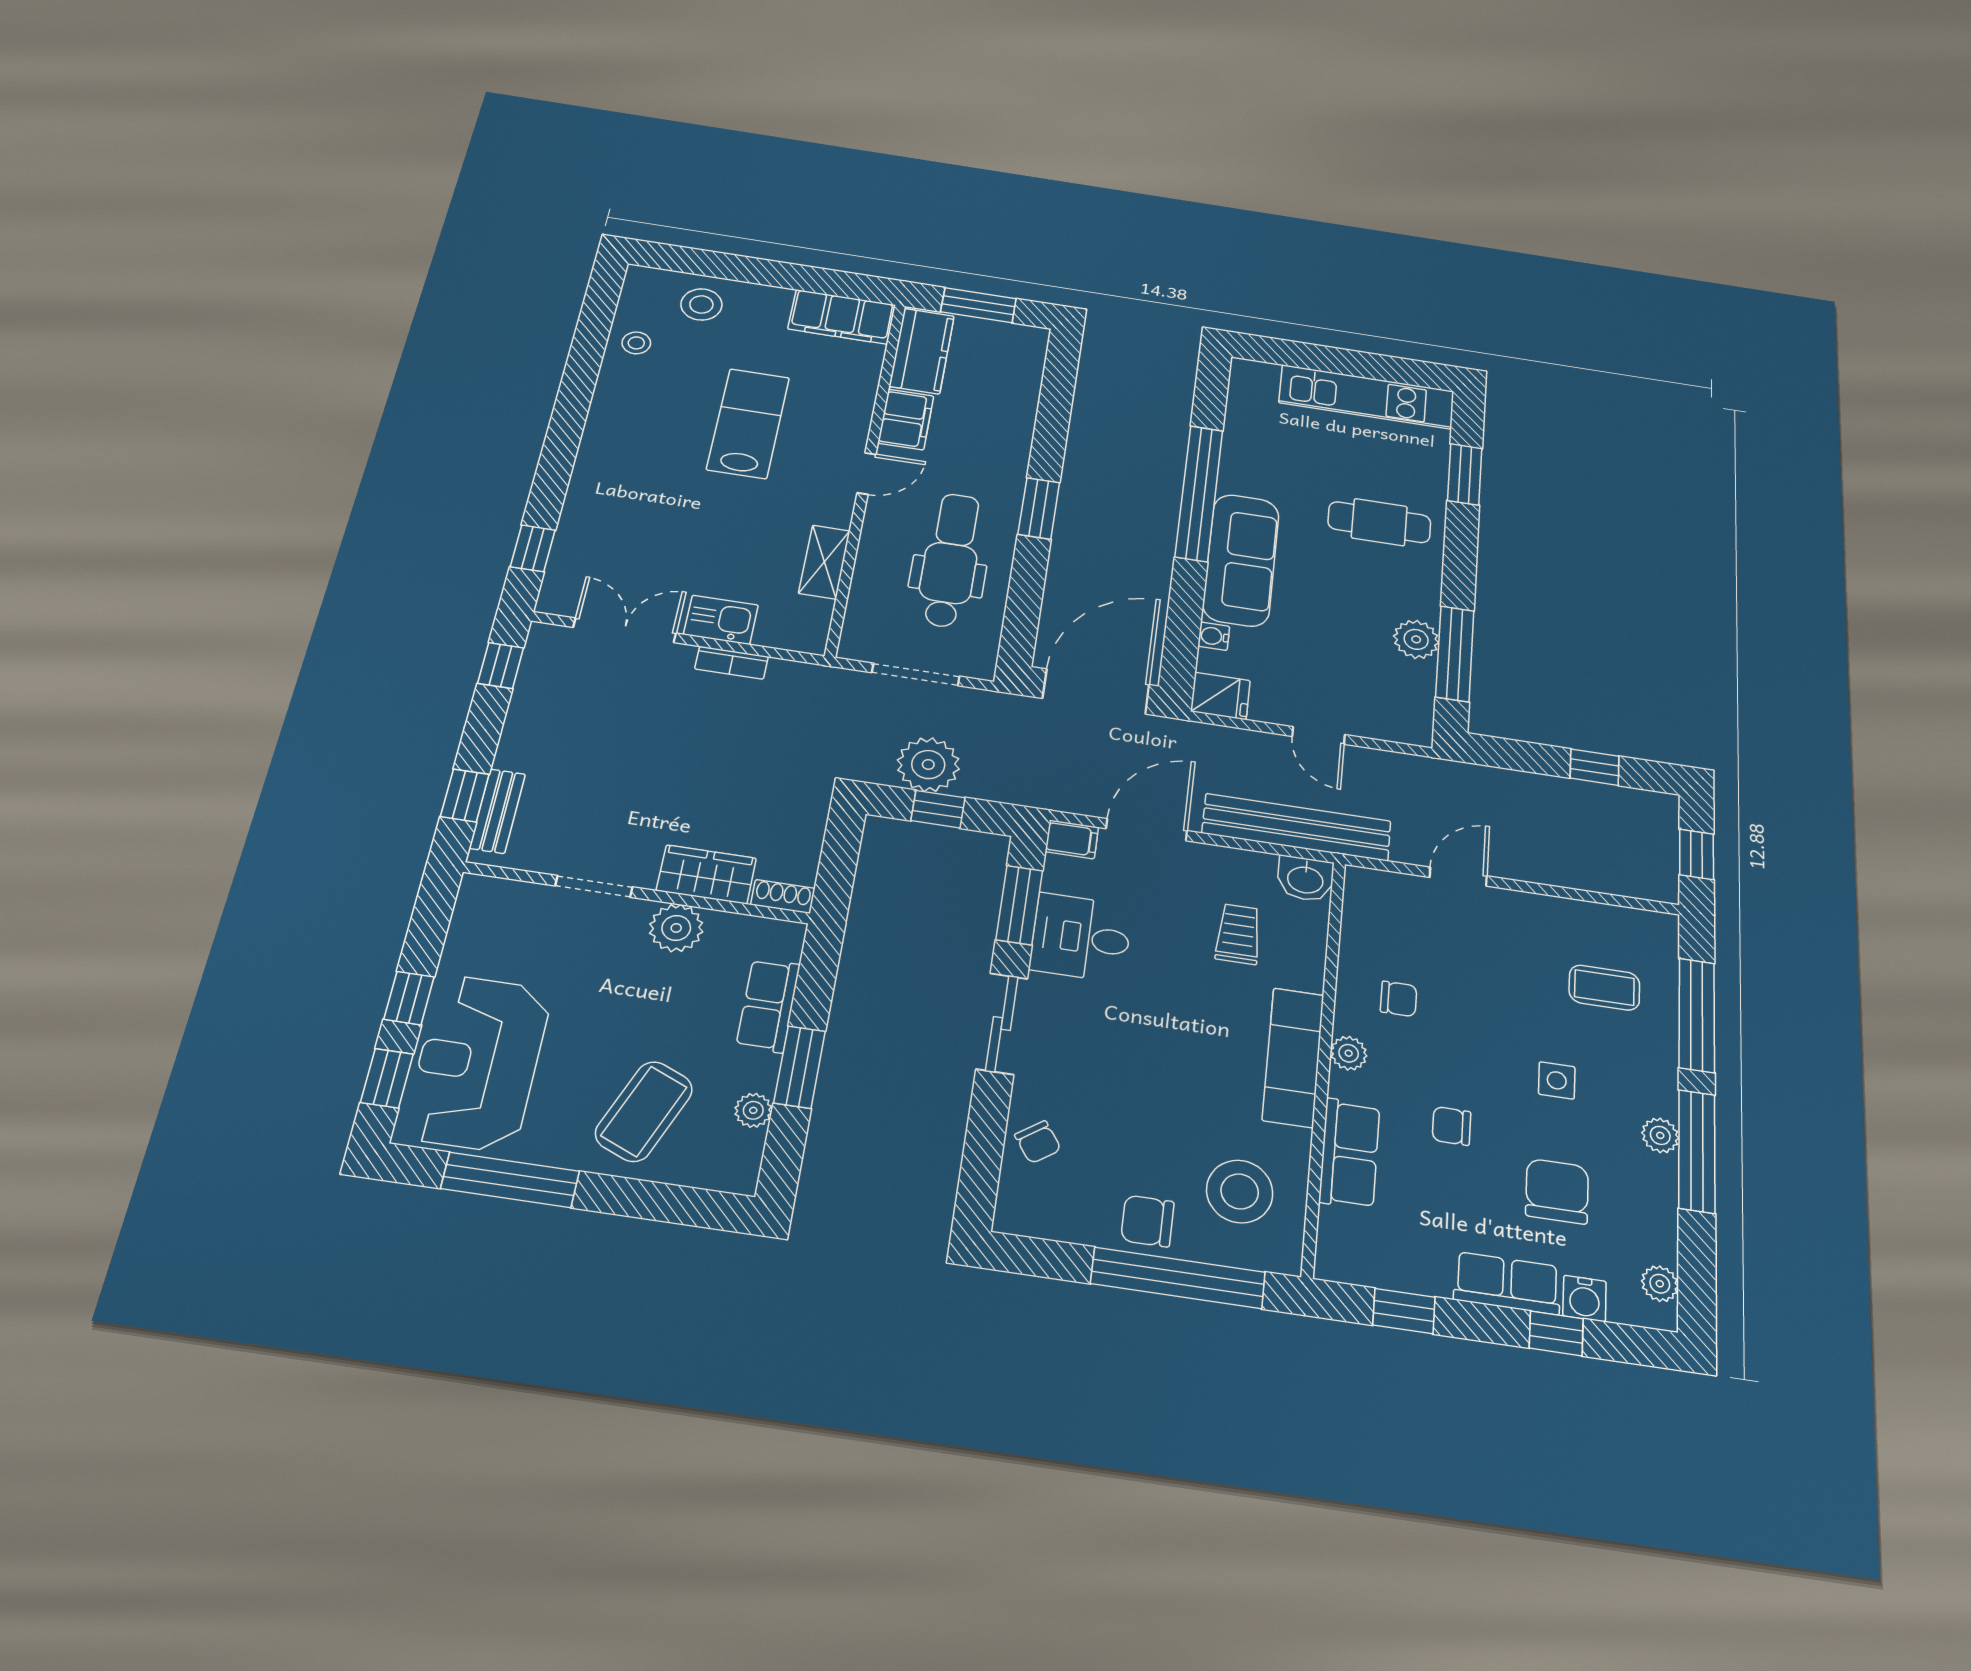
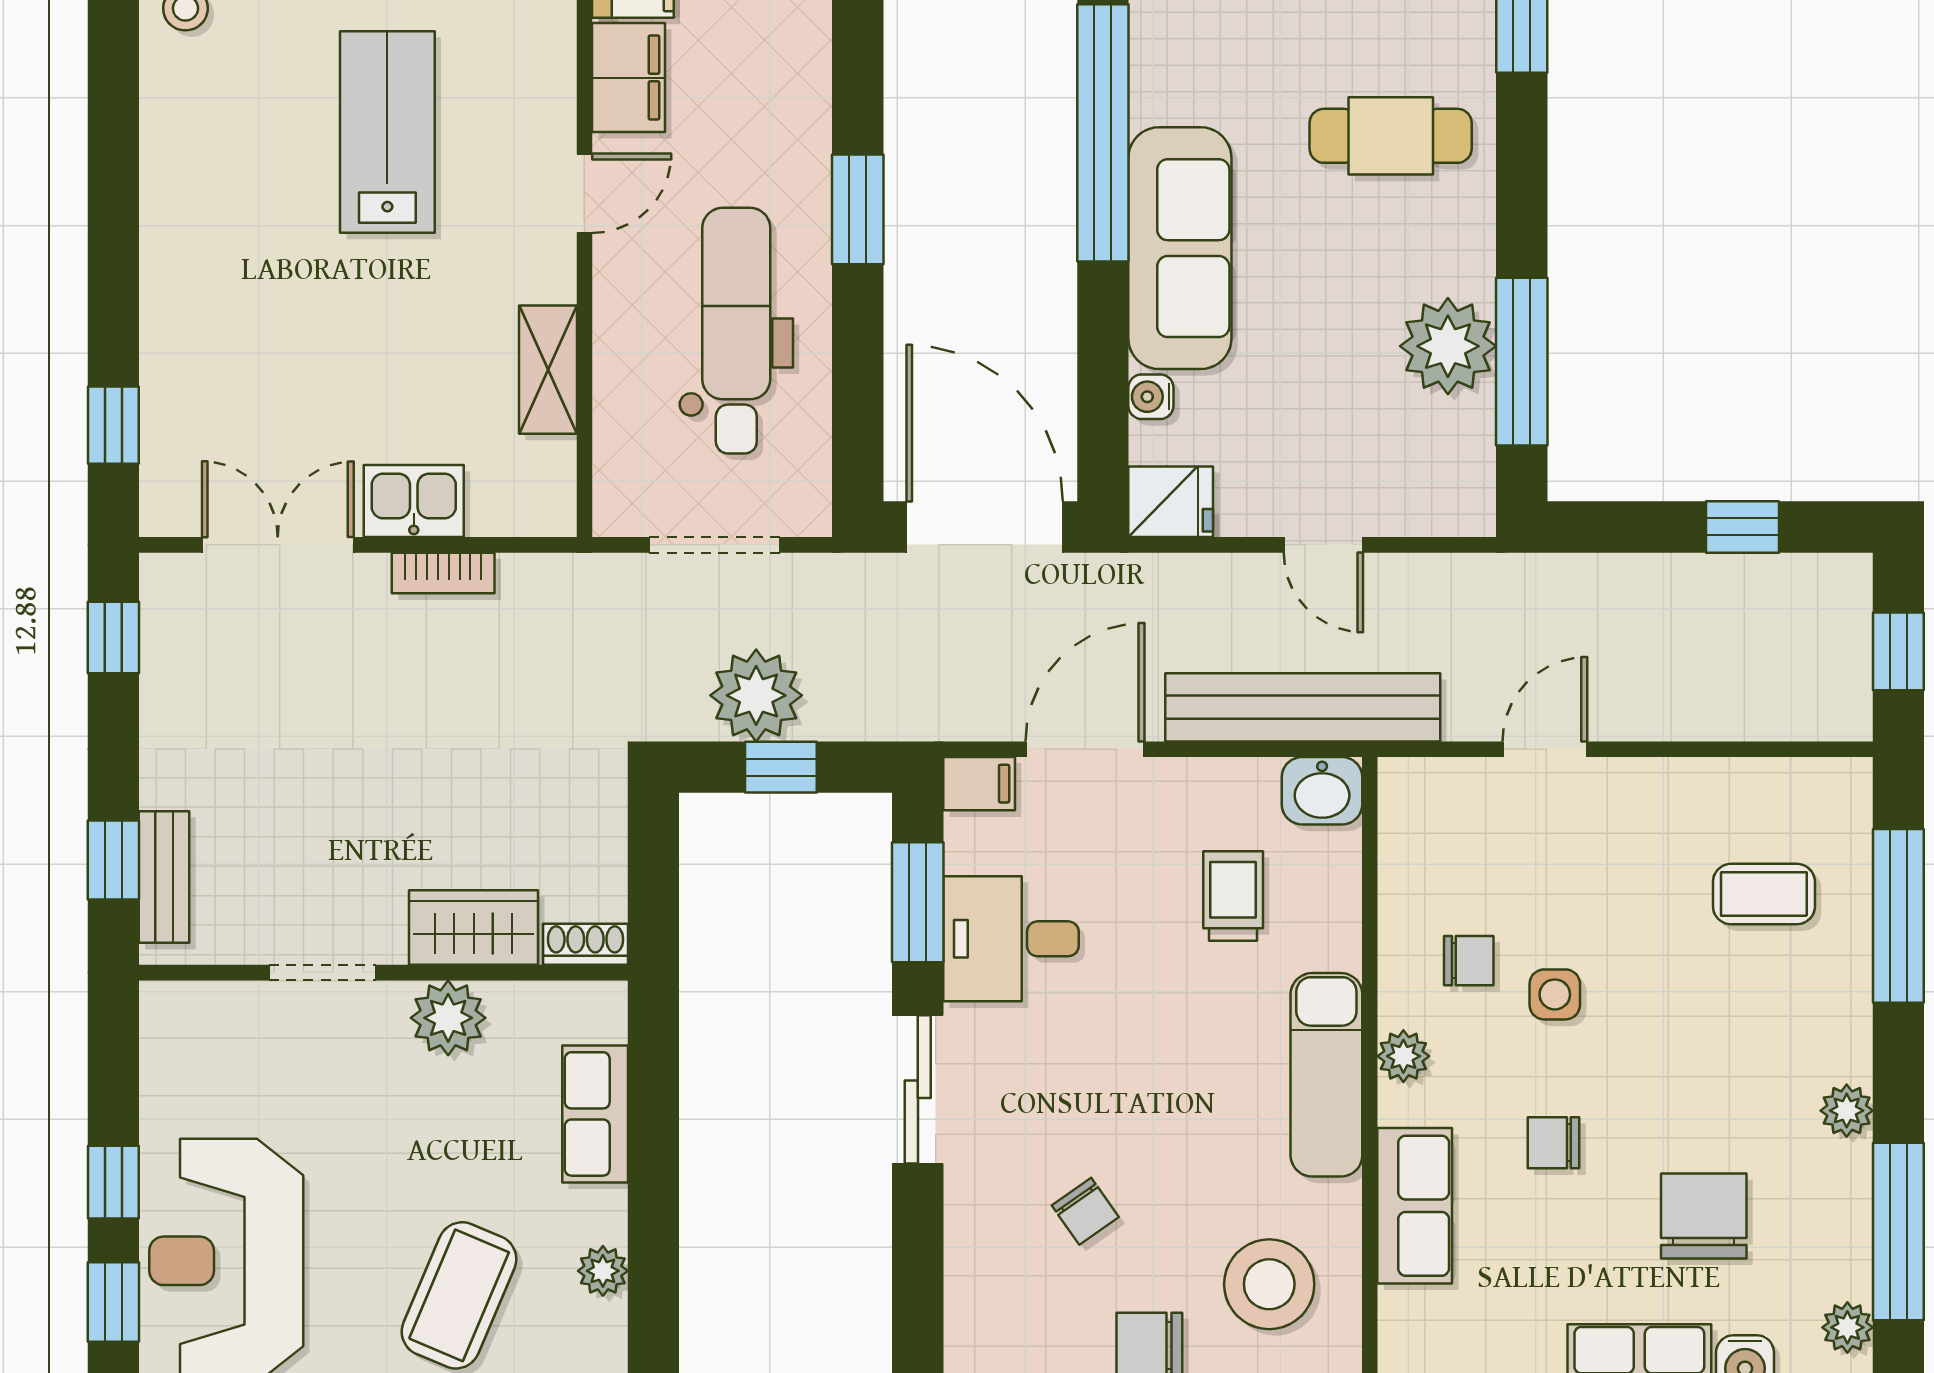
plant: (1416, 639) -> (1448, 346), width x1.36, depth x1.36
door: (1096, 691) -> (985, 527), hinge flipped
window: (800, 1067) -> (653, 1198), removed
side table: (1557, 1080) -> (1555, 994), moved
chair: (1038, 1142) -> (1085, 1211), moved
window: (1697, 1151) -> (1898, 1231), moved

